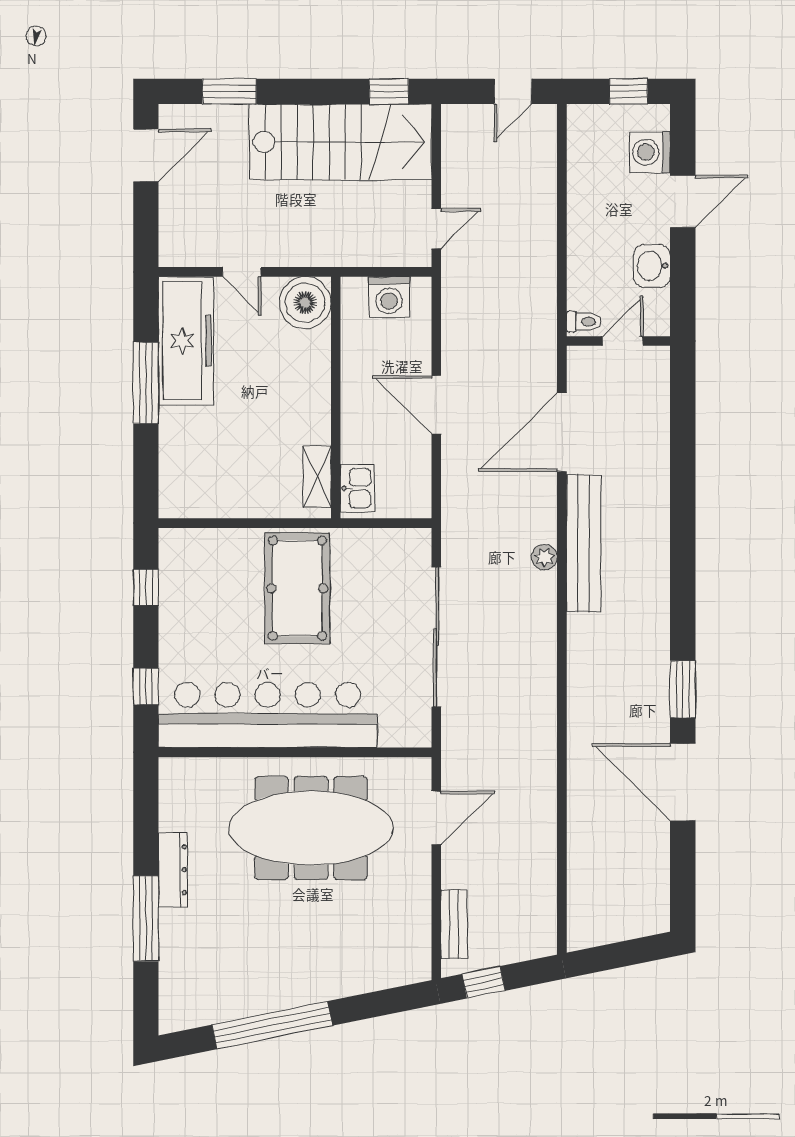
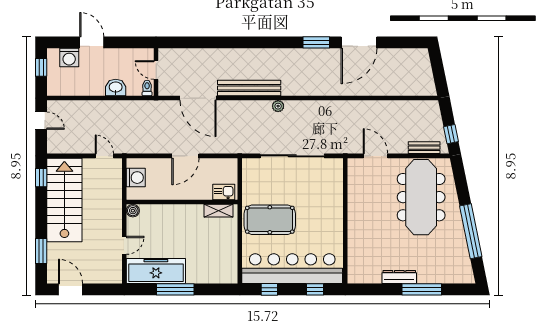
washbasin: (652, 266) -> (116, 87), moved, turned 180
boiler: (305, 303) -> (133, 211), width x0.54, depth x0.54
plant: (544, 557) -> (278, 106), moved
bar counter: (268, 715) -> (292, 269), moved, turned 90
meeting table: (311, 828) -> (421, 197), moved

